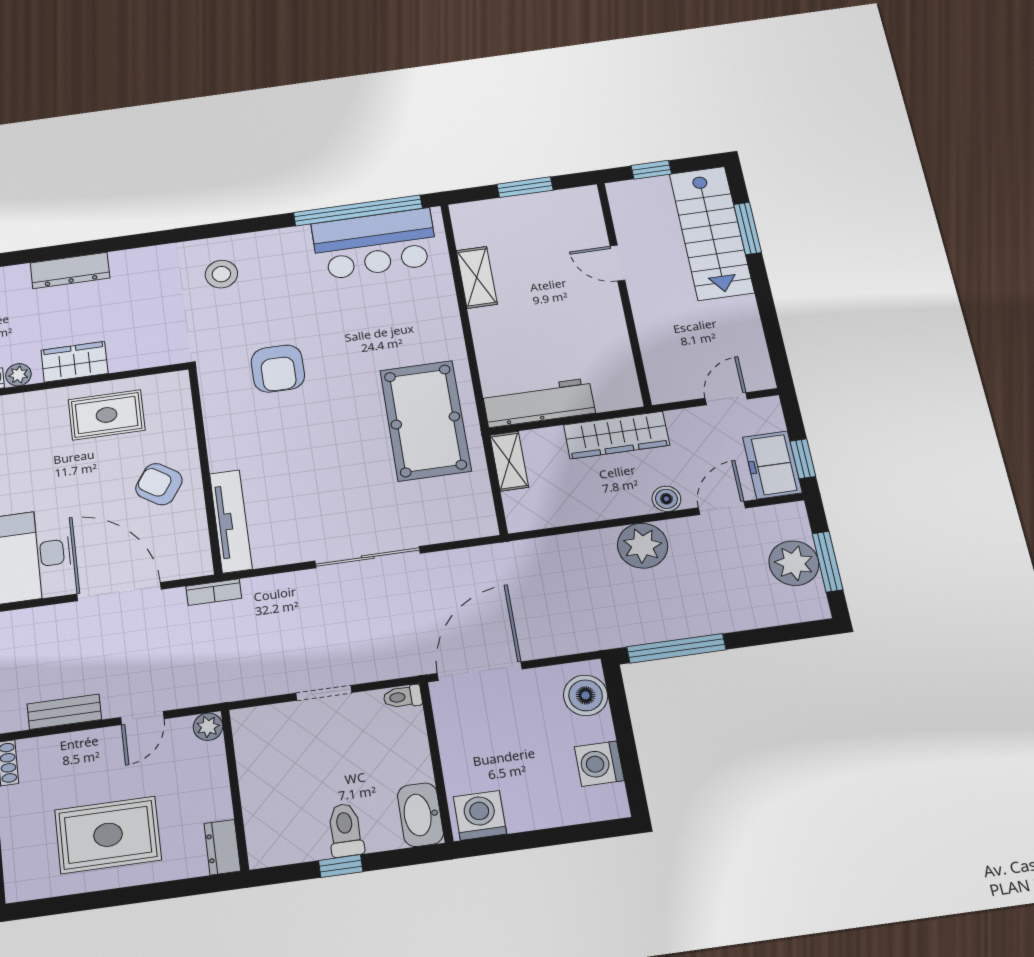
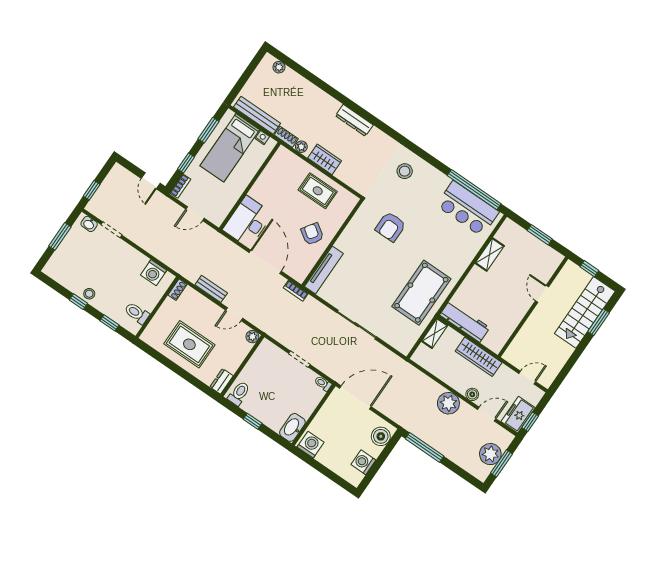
toilet: (345, 830) -> (239, 393), moved

